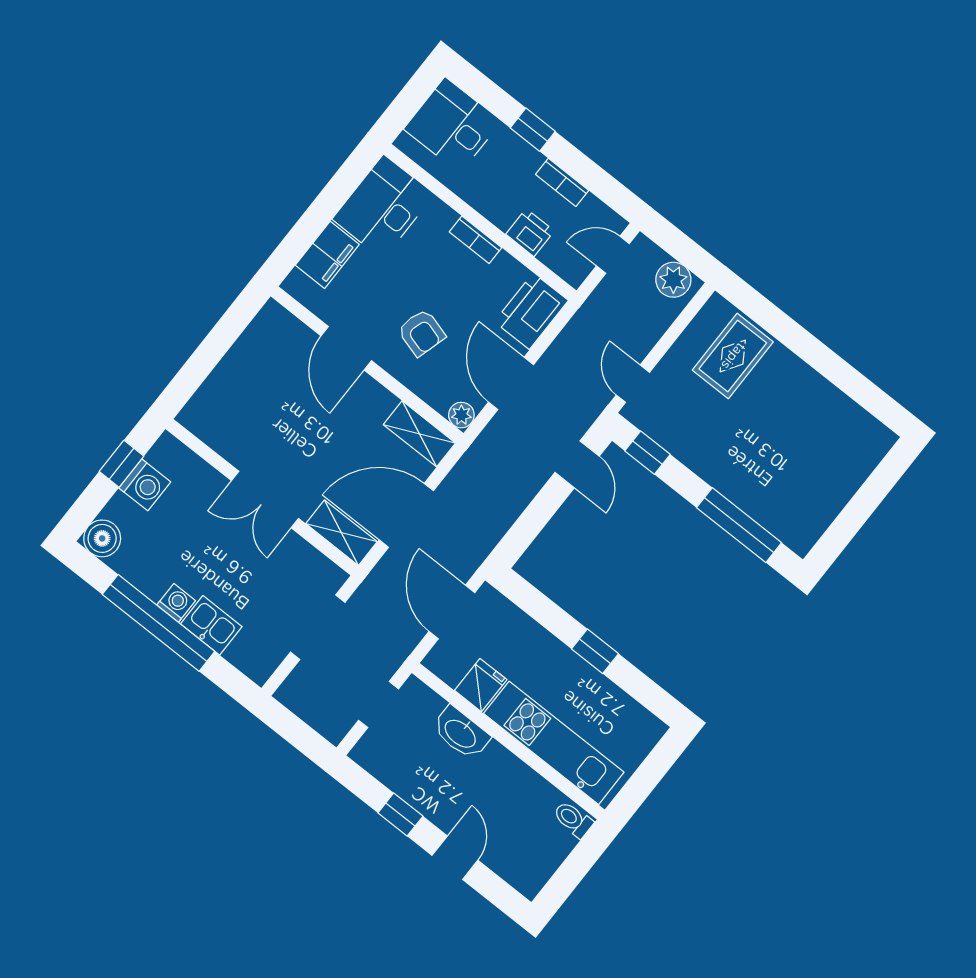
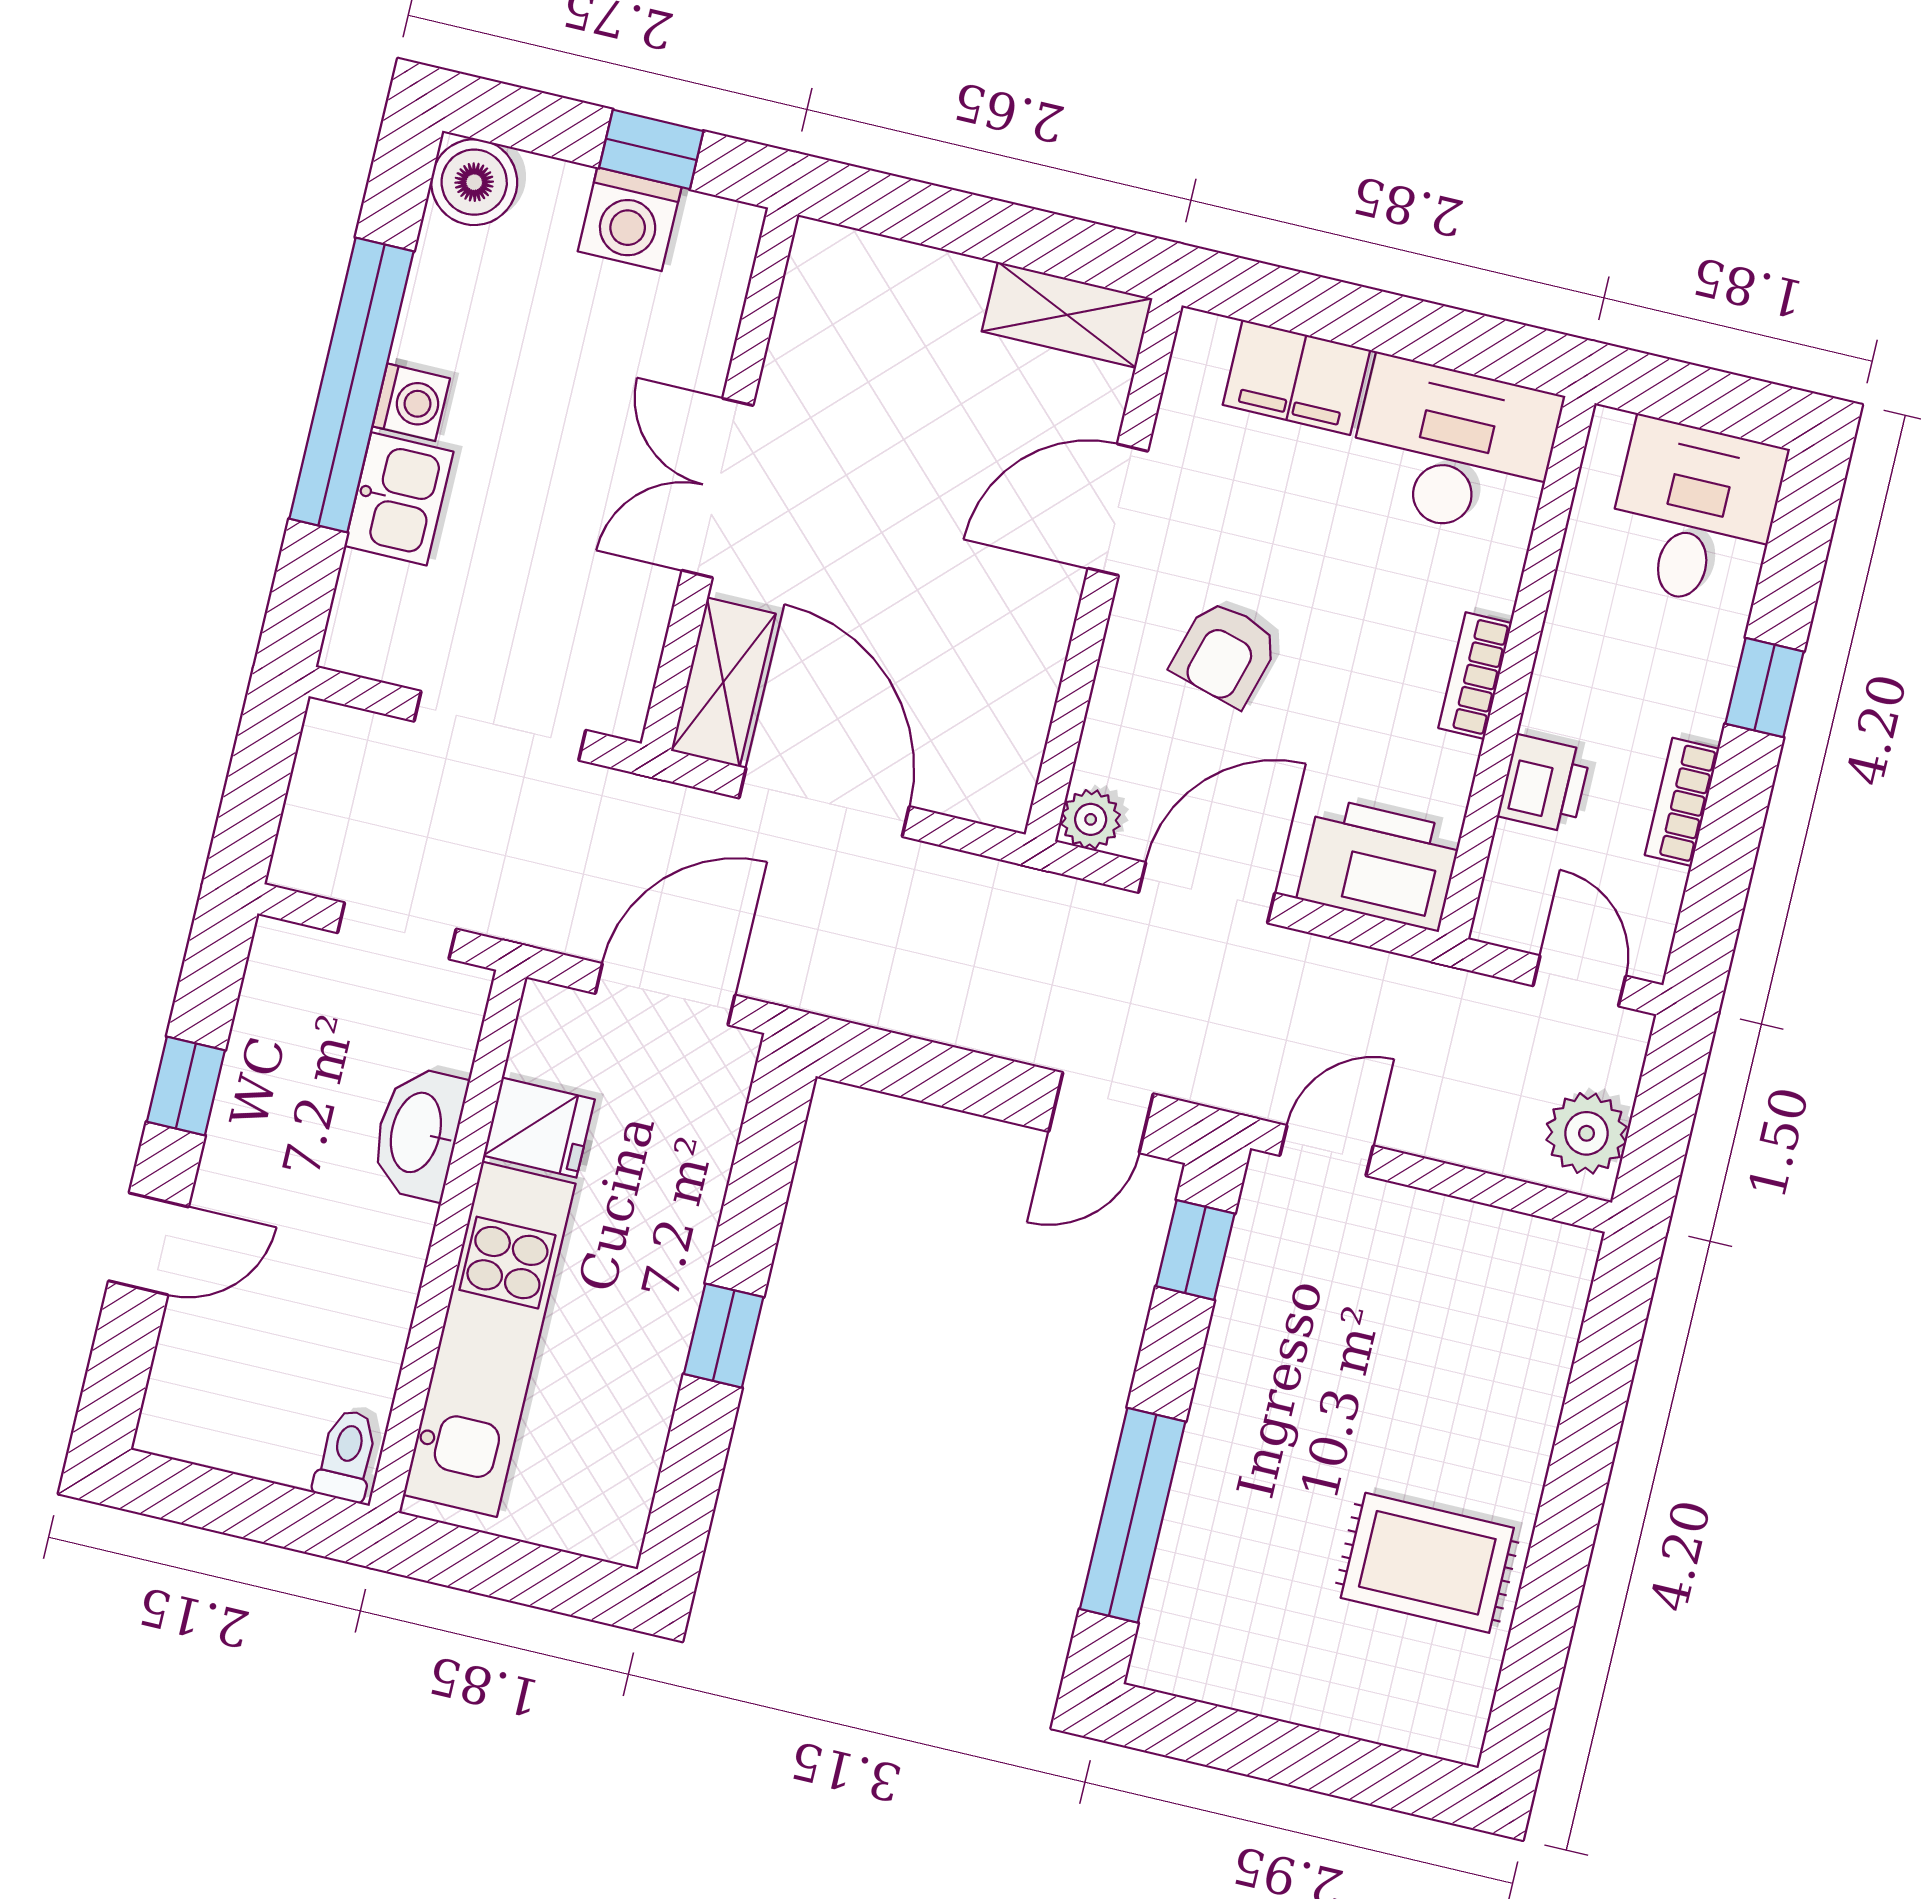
rug: (733, 356) -> (1427, 1563), moved
shelving: (419, 434) -> (1067, 315), moved, turned 90

